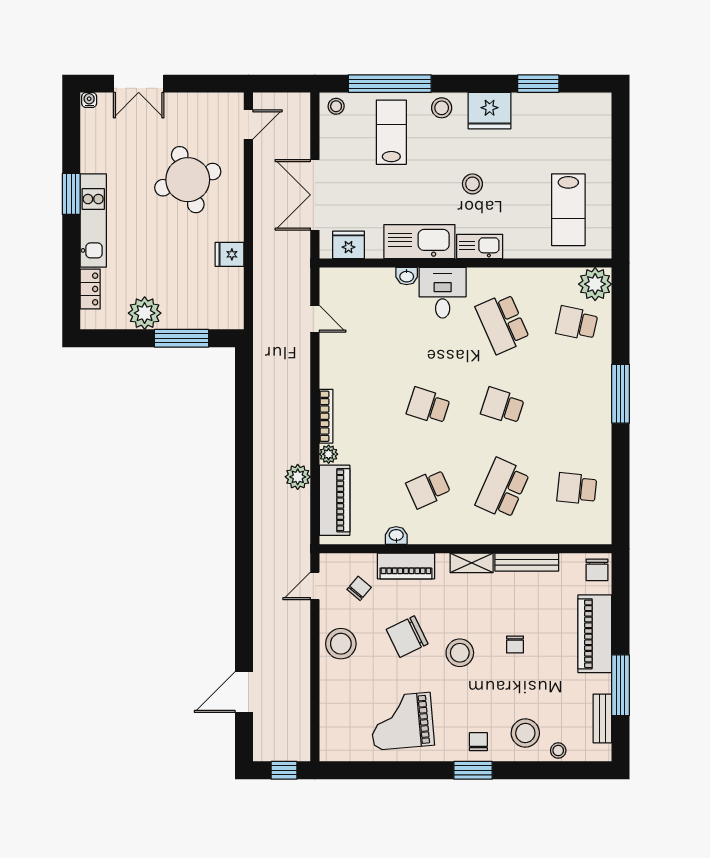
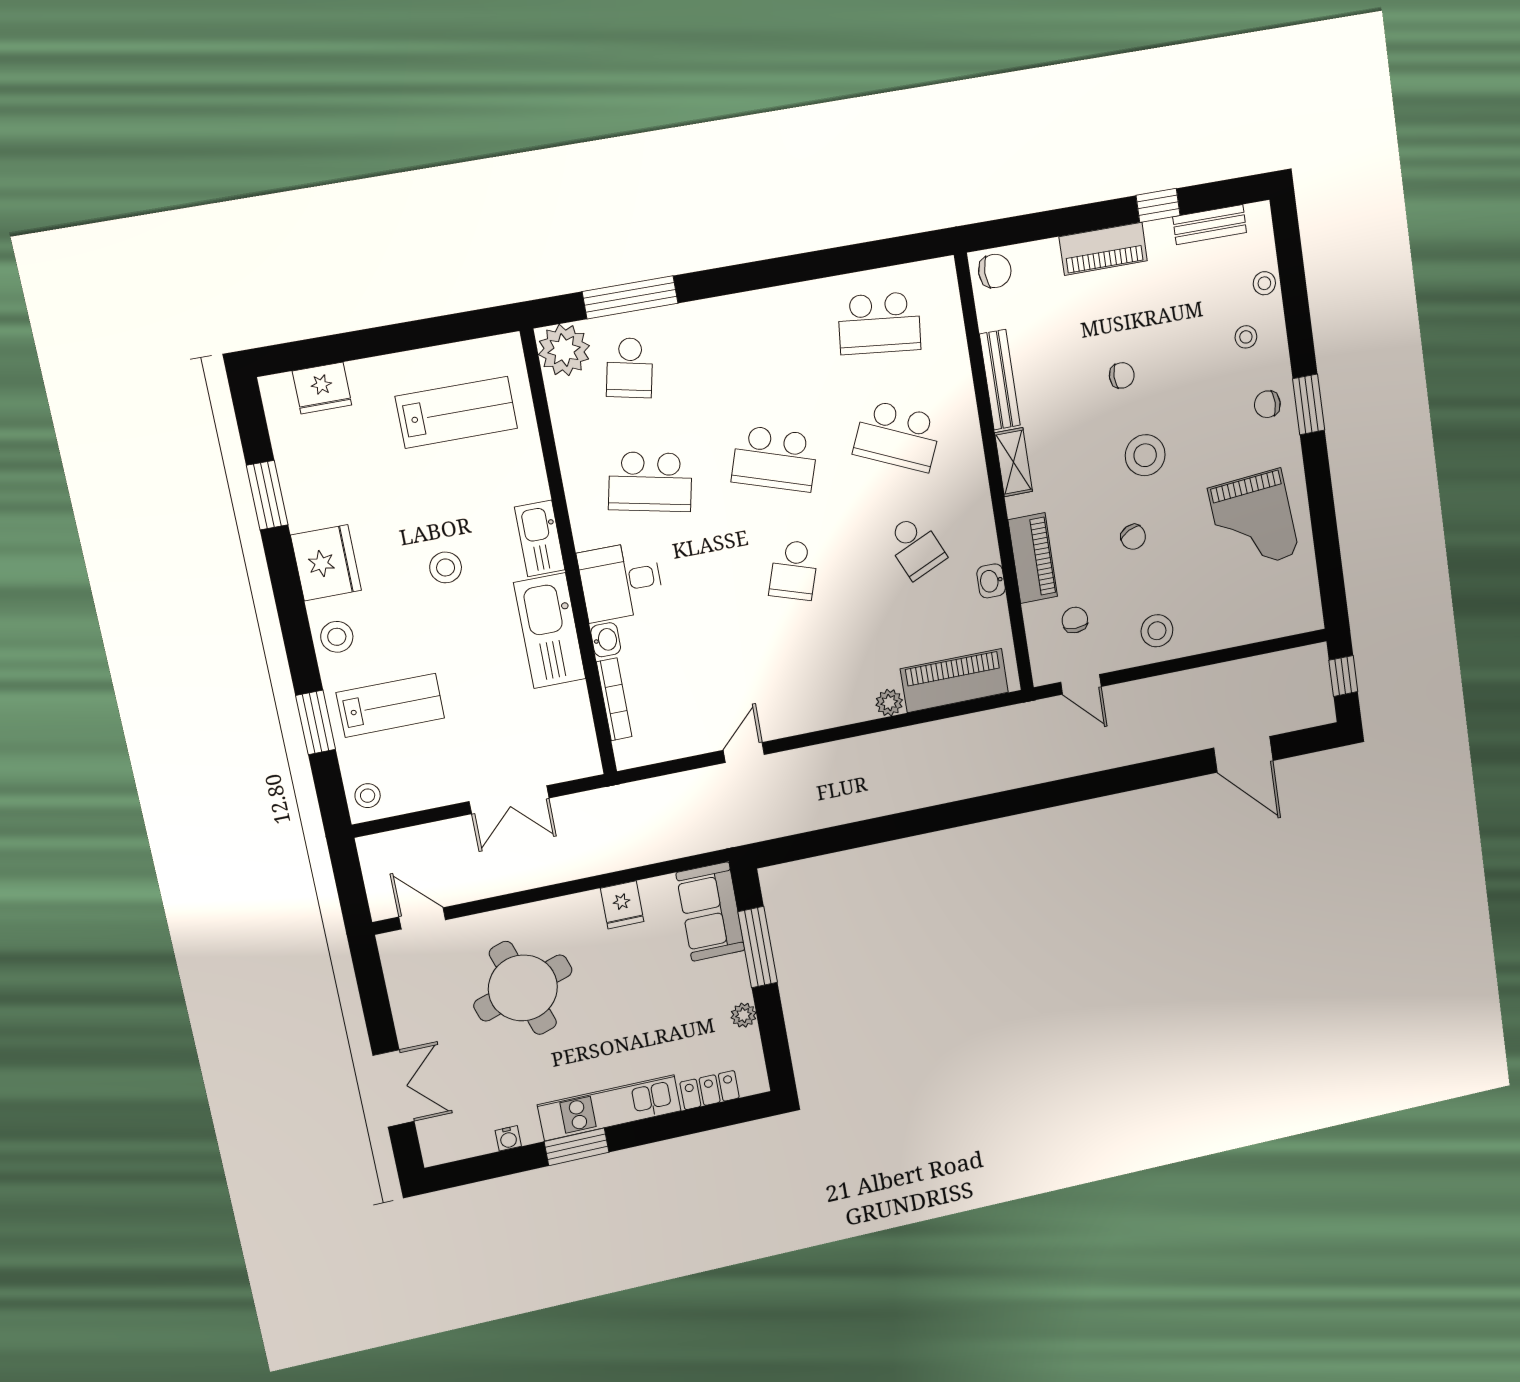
window: (390, 84) -> (316, 723), width x0.47
water cooler: (89, 100) -> (508, 1138), moved, turned -90
lab bench: (391, 132) -> (390, 705), turned 180
double door: (315, 195) -> (509, 800), width x0.73
fridge: (349, 245) -> (322, 388), moved, turned -90
sofa: (213, 311) -> (710, 912), added
plant: (145, 313) -> (744, 1015), width x0.53, depth x0.53
door: (315, 319) -> (744, 752), moved
school desk: (503, 323) -> (650, 482), turned 36
window: (621, 394) -> (630, 297), moved
school desk: (503, 406) -> (775, 459), width x1.85
bookcase: (326, 416) -> (614, 699), moved, turned 90
plant: (298, 477) -> (929, 740), removed
school desk: (577, 489) -> (879, 323), width x1.85
chair: (359, 588) -> (1075, 620), turned 50
piano: (595, 634) -> (1103, 249), width x0.73, depth x0.75
chair: (407, 637) -> (1133, 537), width x0.54, depth x0.54
stool: (341, 644) -> (1157, 631), width x0.73, depth x0.73
window: (621, 685) -> (1158, 205), width x0.46
stool: (525, 733) -> (1246, 337), width x0.53, depth x0.53

